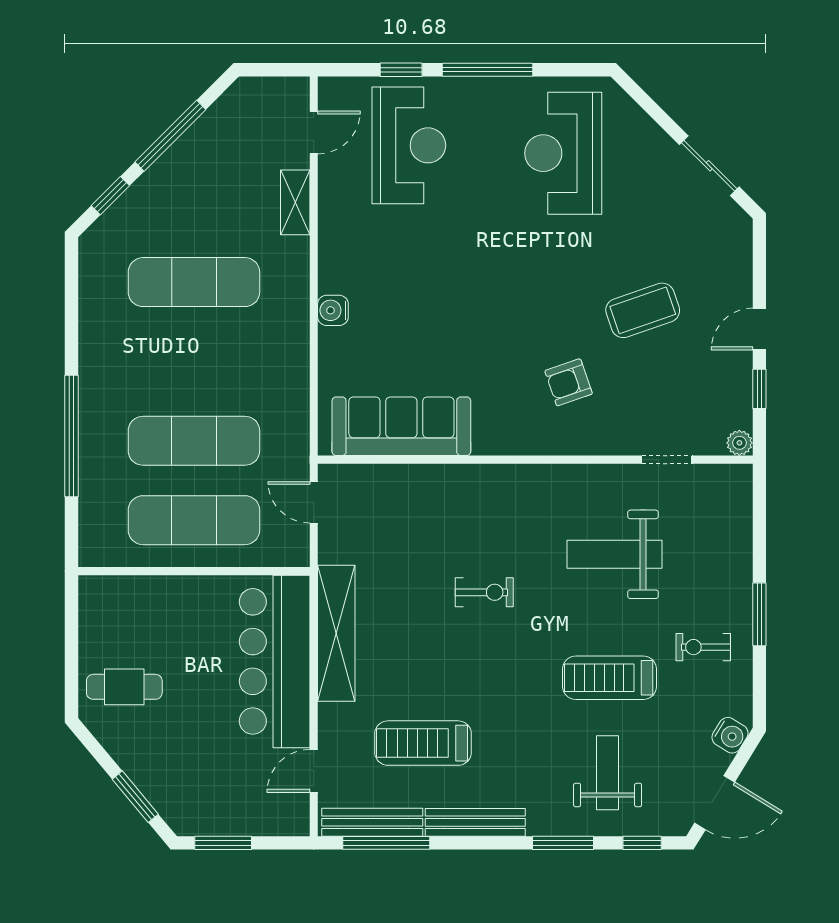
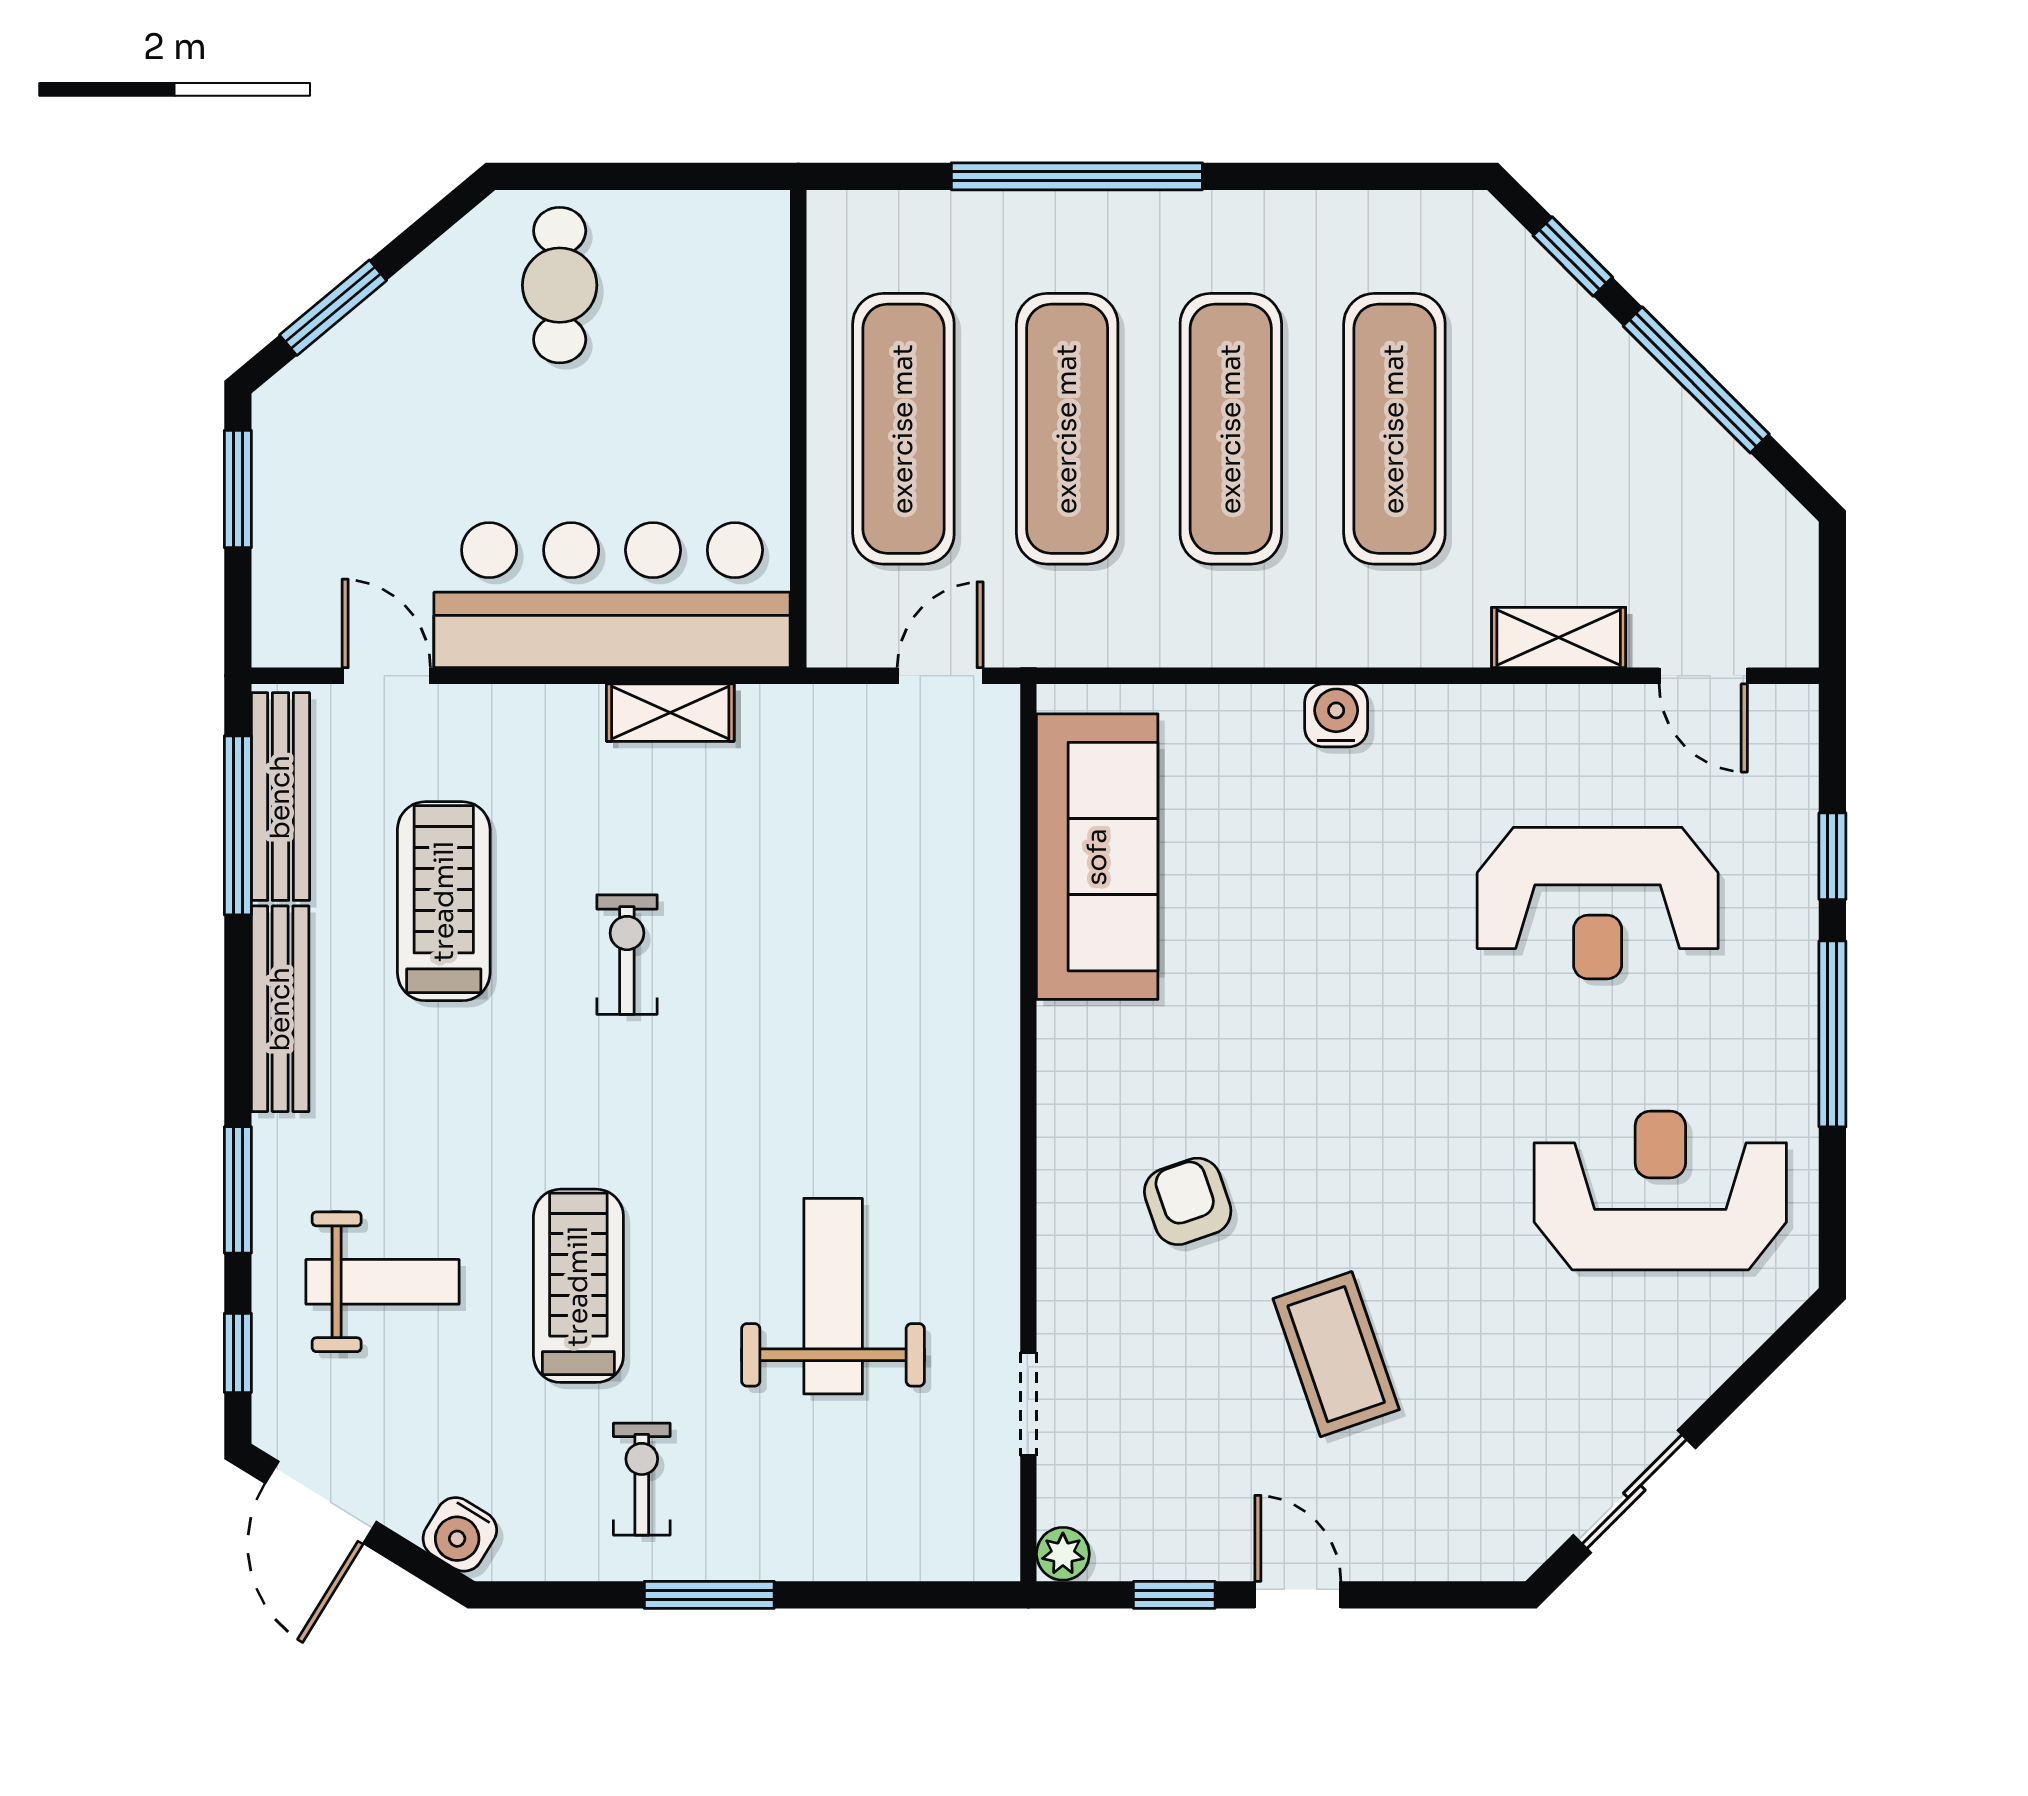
reception desk: (409, 145) -> (1598, 903), moved
exercise mat: (194, 361) -> (1231, 429), added
exercise bike: (484, 592) -> (627, 955), moved, turned 180
shelving: (336, 633) -> (670, 713), width x0.45, depth x0.75

